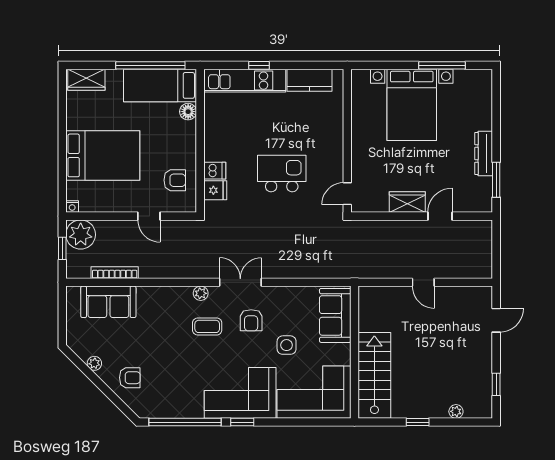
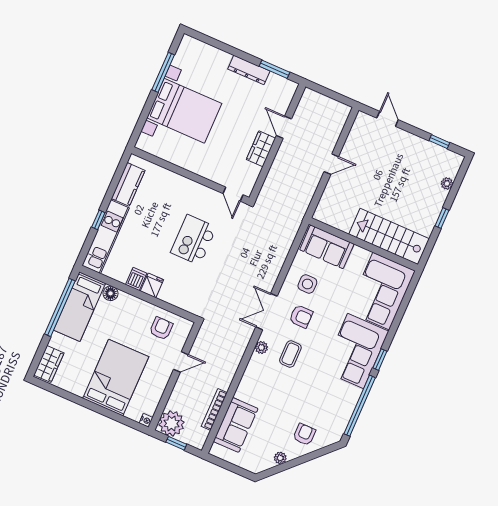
dishwasher: (215, 171) -> (136, 279), moved
fridge: (215, 190) -> (152, 285), moved
side table: (287, 345) -> (307, 284), moved

